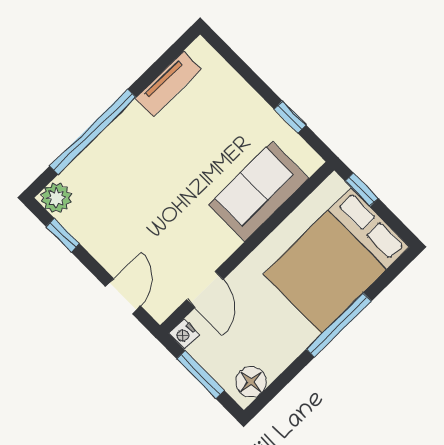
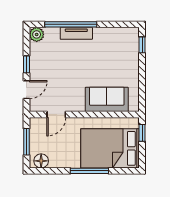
tv unit: (168, 84) -> (76, 33), moved
window: (290, 117) -> (142, 45), moved
window: (63, 235) -> (26, 64), moved
nightstand: (184, 334) -> (34, 123), removed

